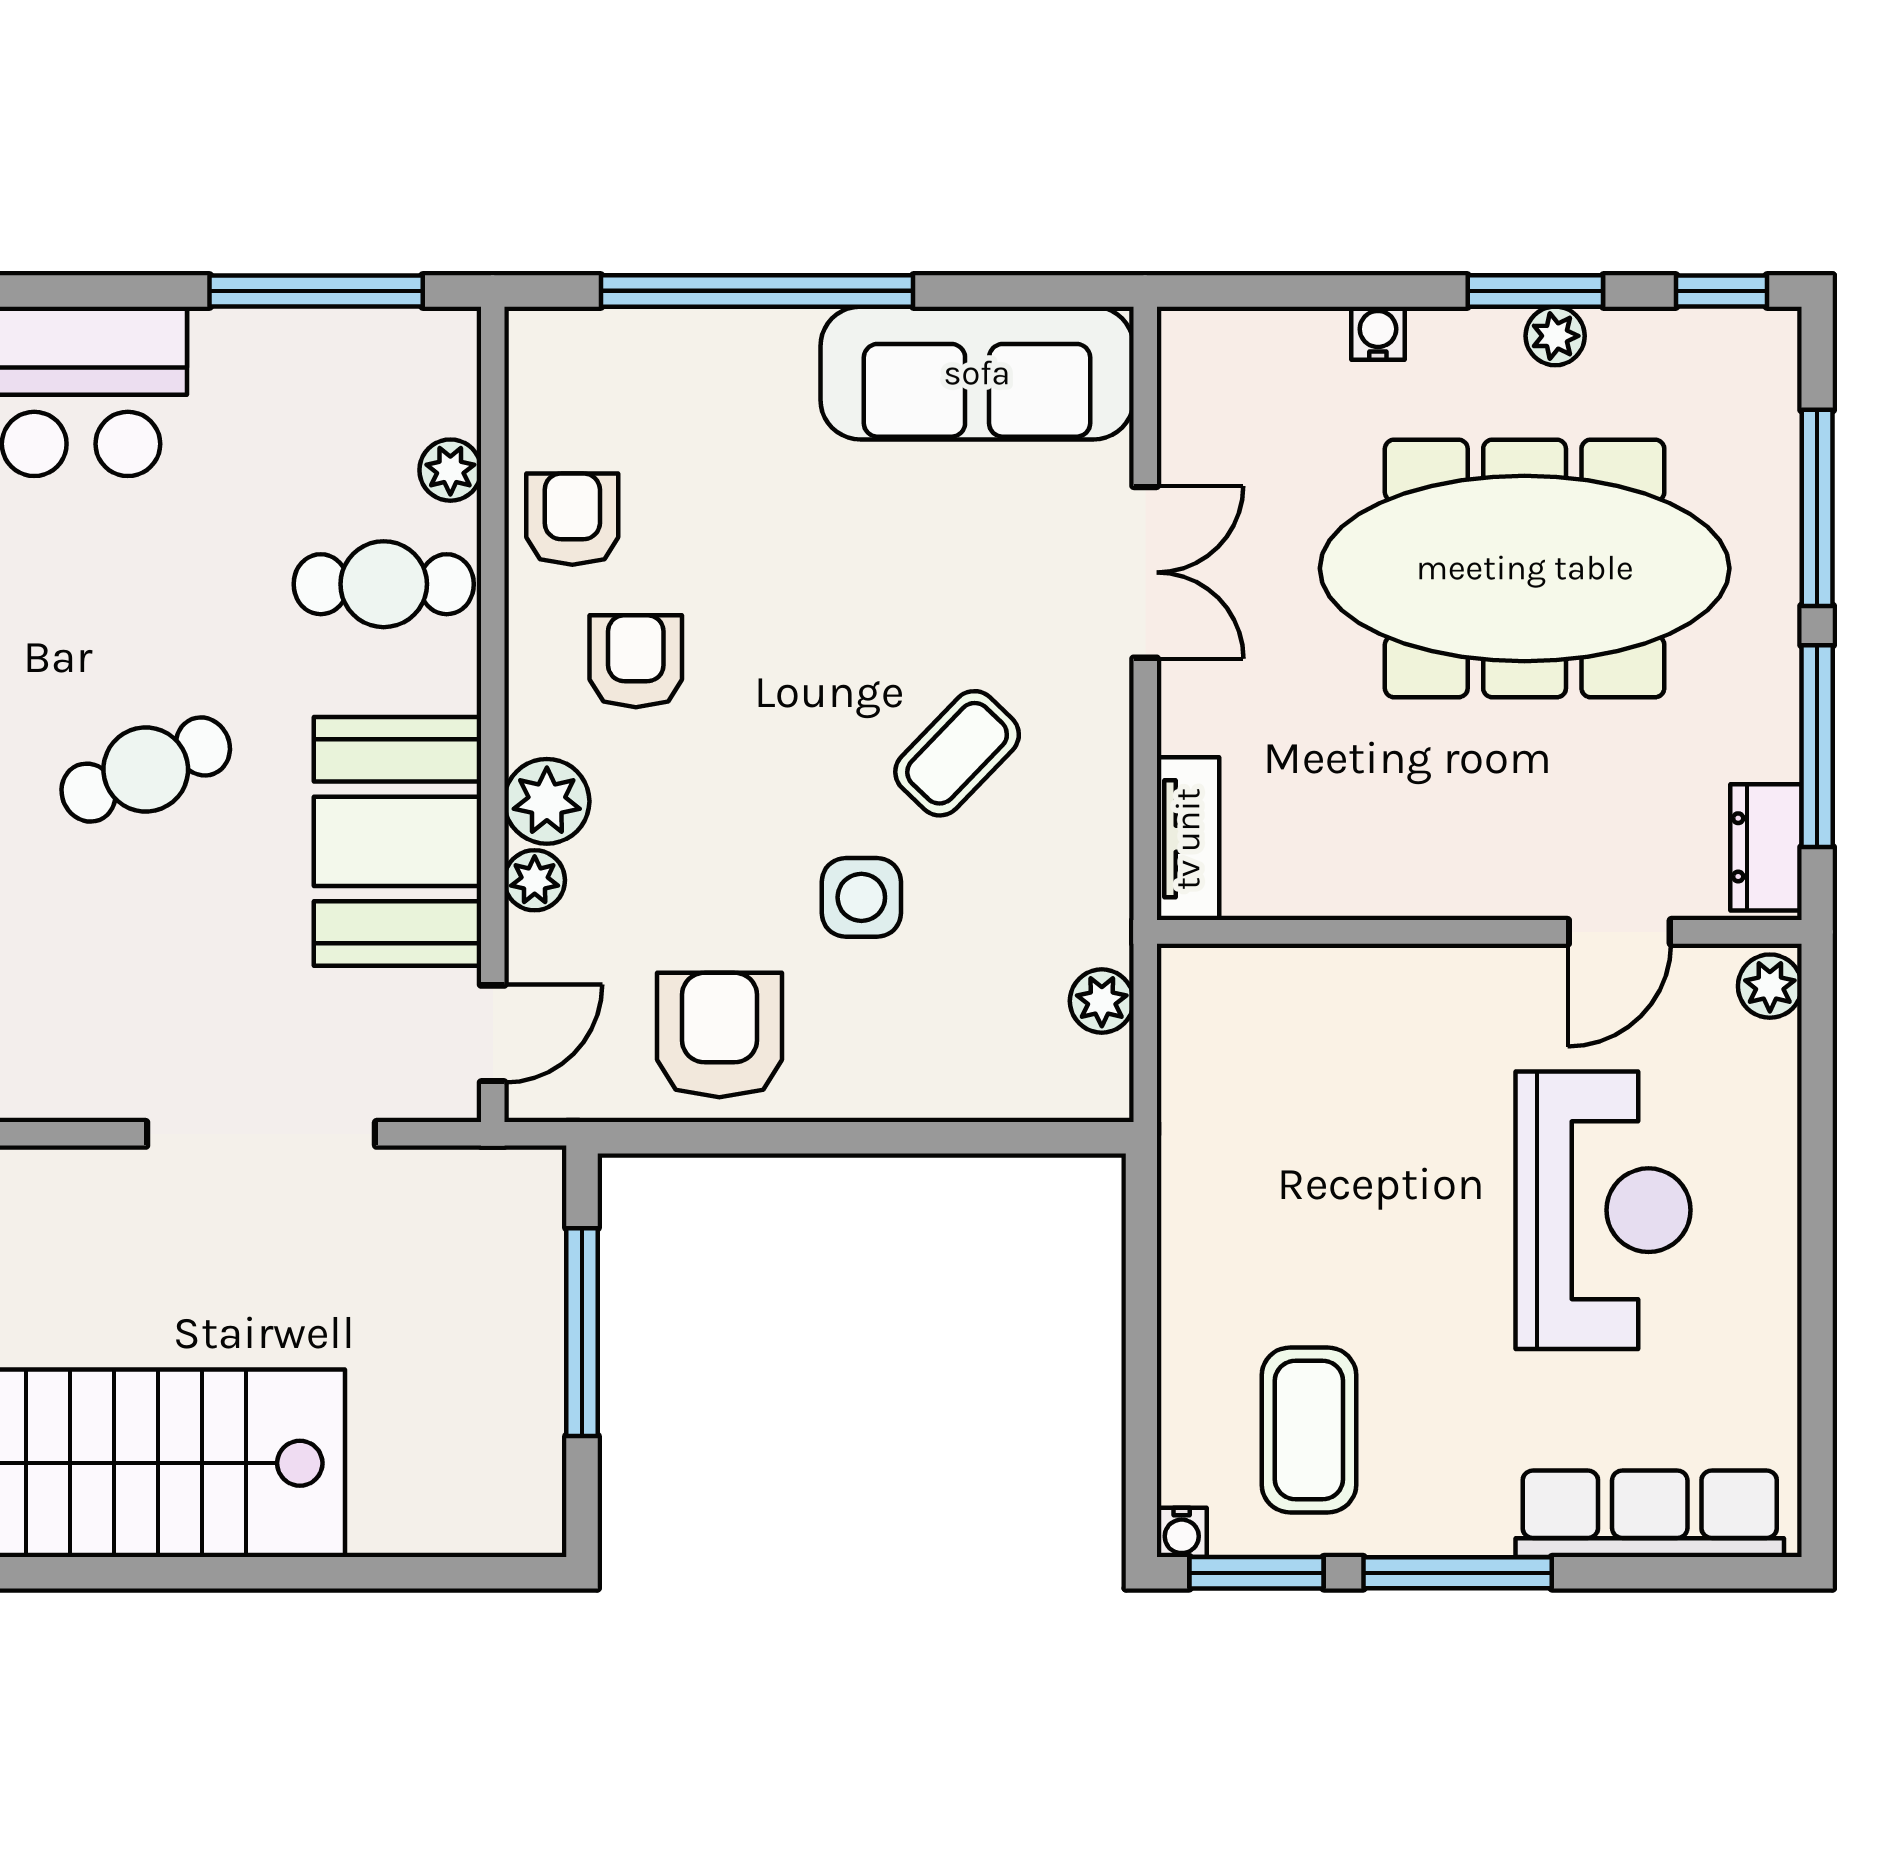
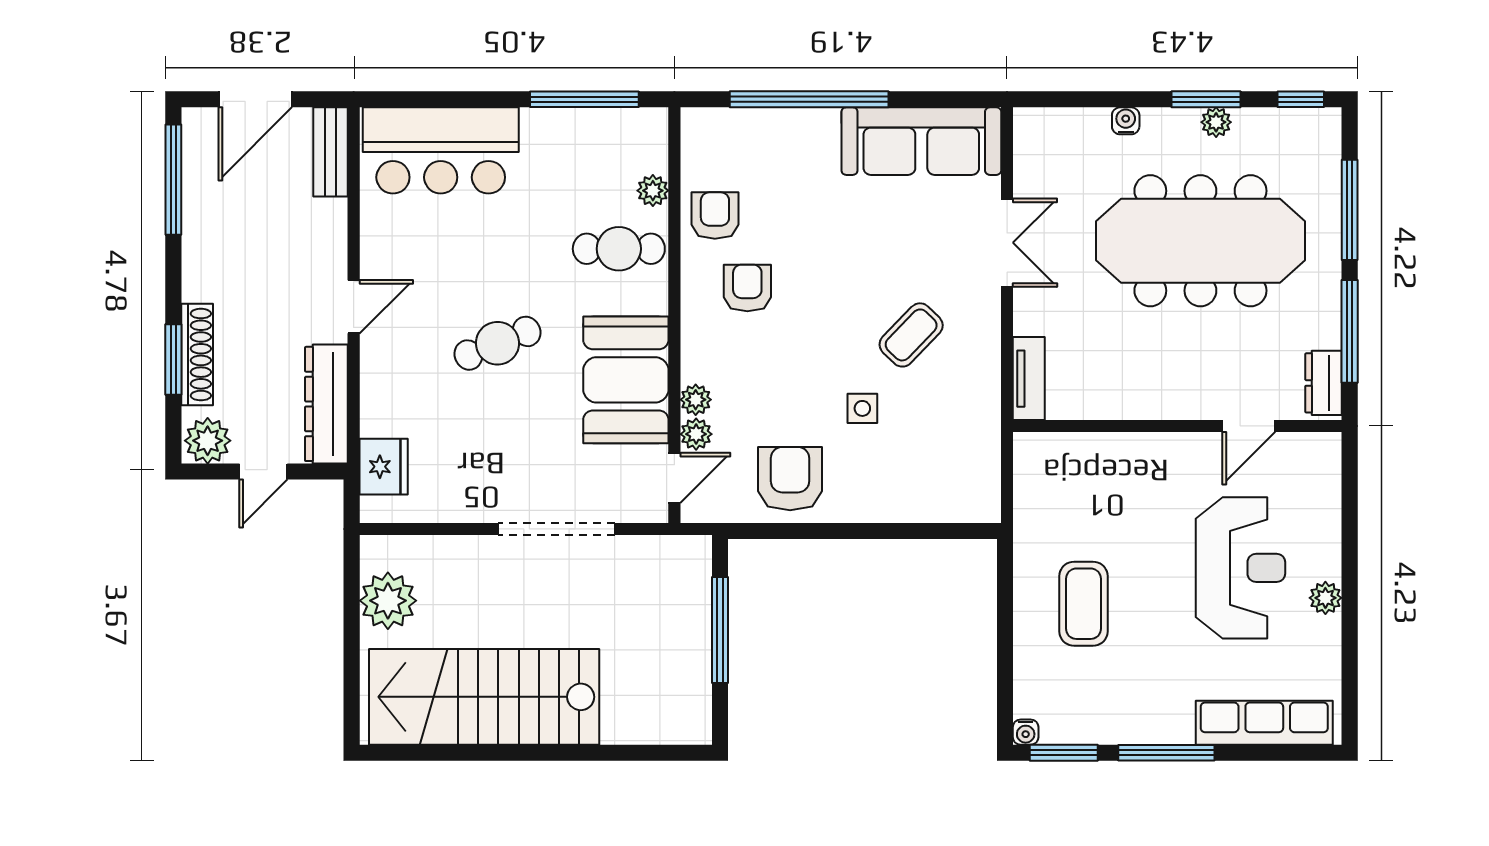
plant: (547, 801) -> (696, 434), moved, width x0.73, depth x0.73
side table: (861, 897) -> (862, 408), width x0.73, depth x0.73
plant: (1770, 986) -> (1325, 598), moved
plant: (1102, 1001) -> (985, 461), removed
coffee table: (1309, 1430) -> (1084, 604), moved

